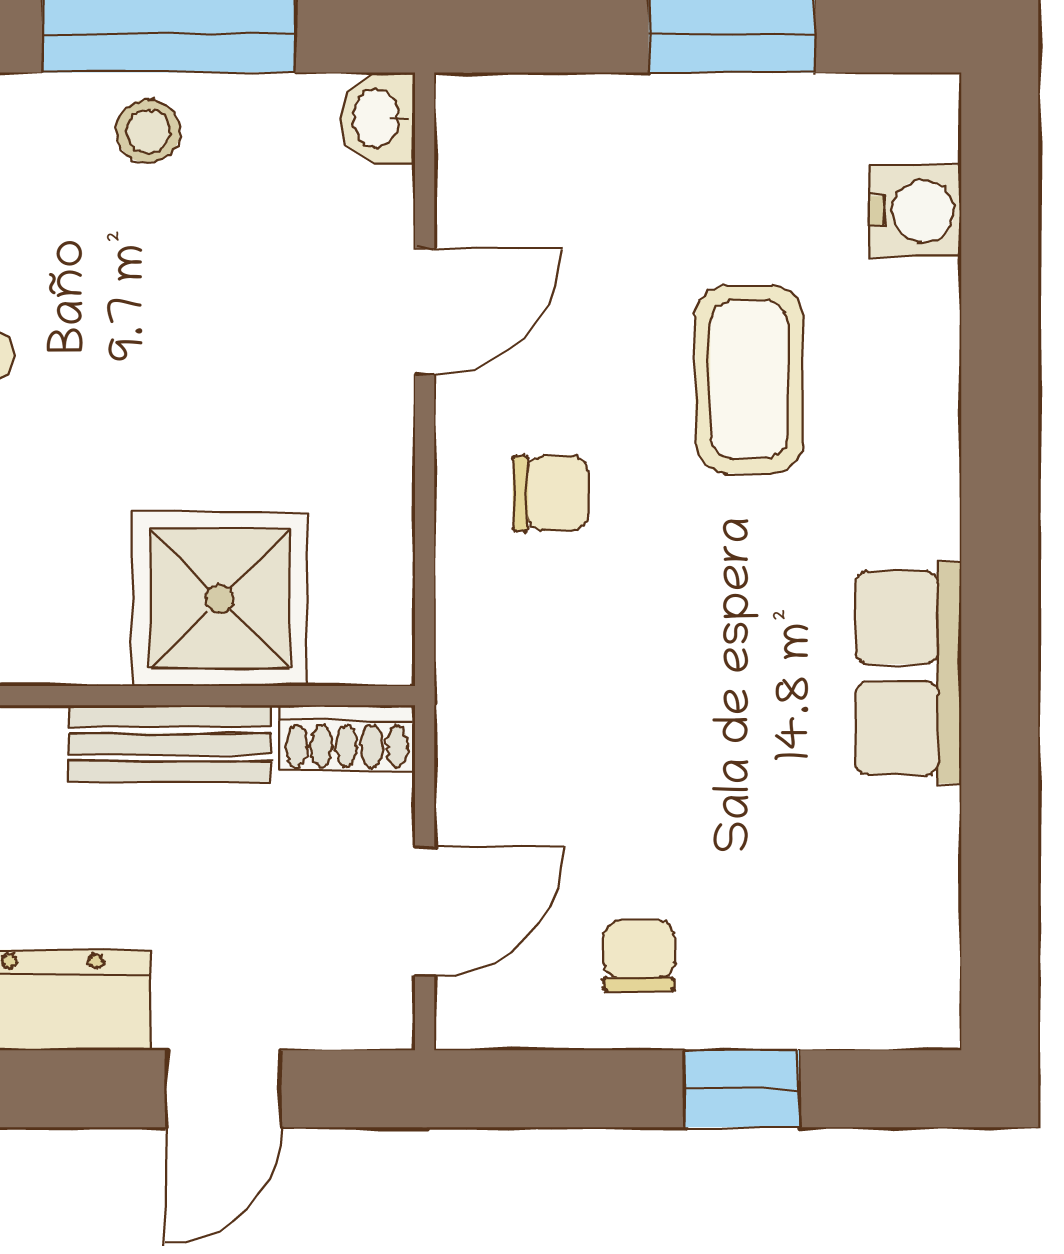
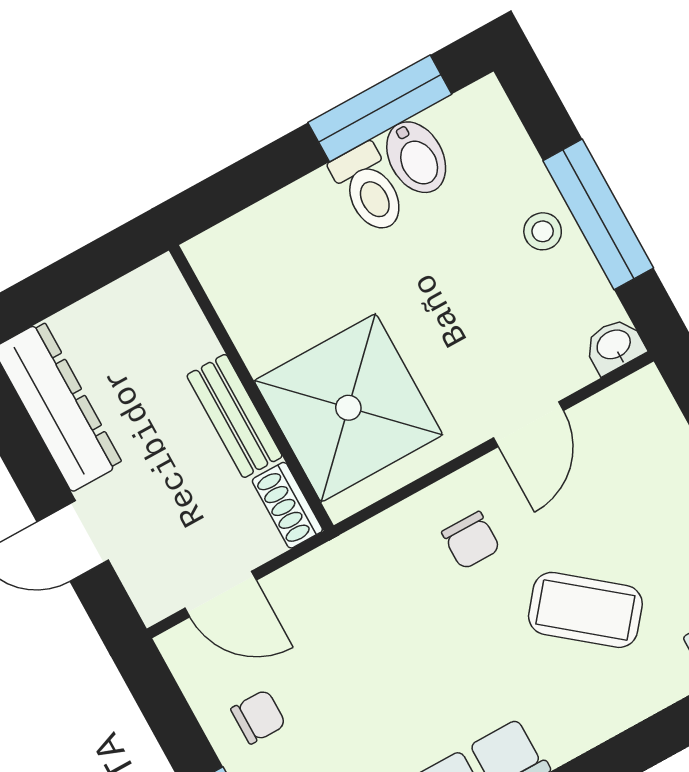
door: (425, 312) -> (528, 424), hinge flipped
coffee table: (749, 379) -> (585, 610), turned 39
shower: (220, 599) -> (348, 408), width x1.37, depth x1.37

